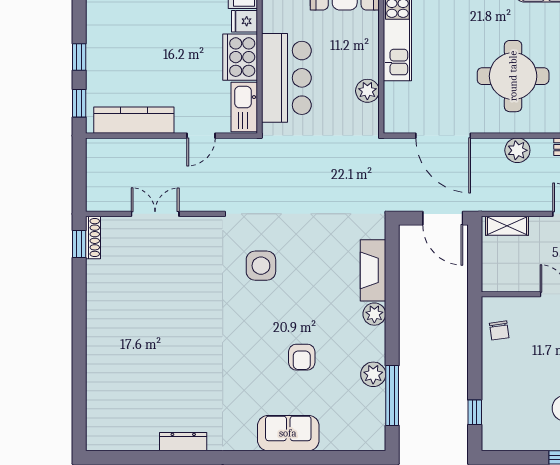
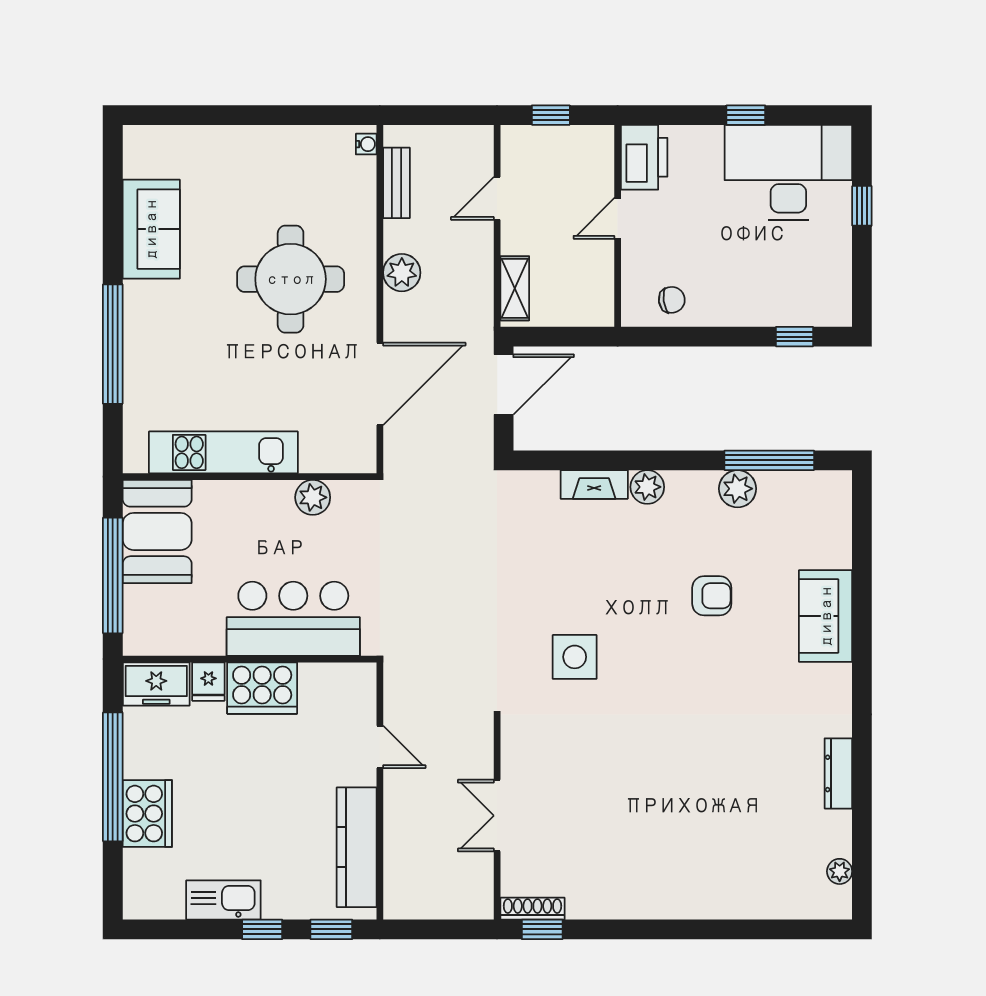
kitchen sink: (244, 107) -> (223, 900), moved, turned 180
fireplace: (373, 270) -> (594, 484), width x0.73, depth x0.76
plant: (118, 442) -> (840, 871), added

